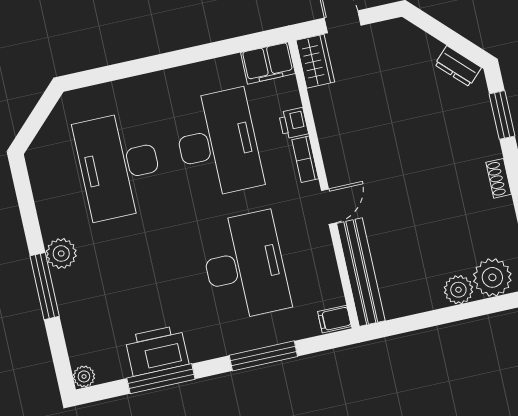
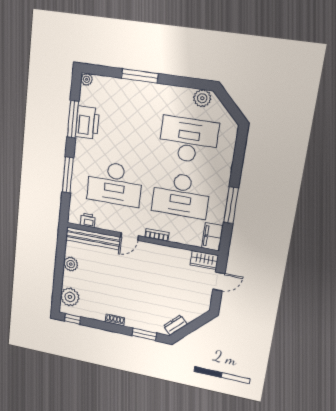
window: (200, 53) -> (231, 205), added
printer: (294, 123) -> (88, 220), moved
door: (329, 207) -> (129, 236), hinge flipped
plant: (61, 253) -> (202, 98), moved
plant: (458, 290) -> (71, 264), moved
filing cabinet: (335, 319) -> (74, 217), removed

